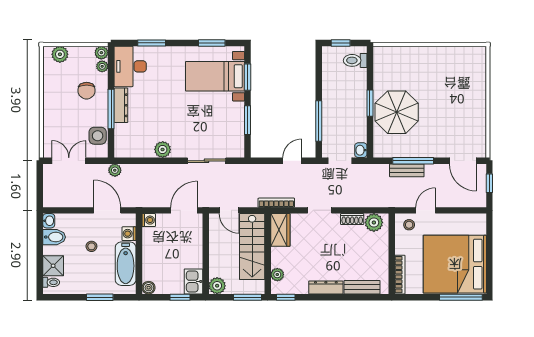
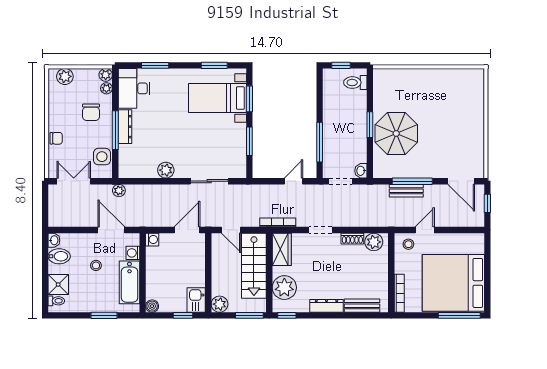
chair: (51, 117) -> (56, 138), added
plant: (277, 275) -> (284, 288), width x1.88, depth x1.88

